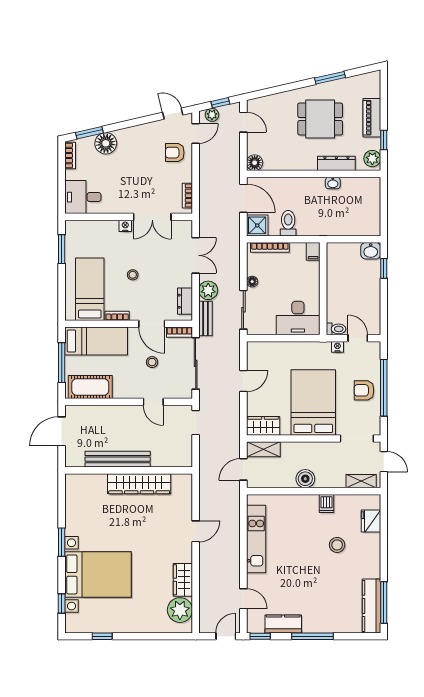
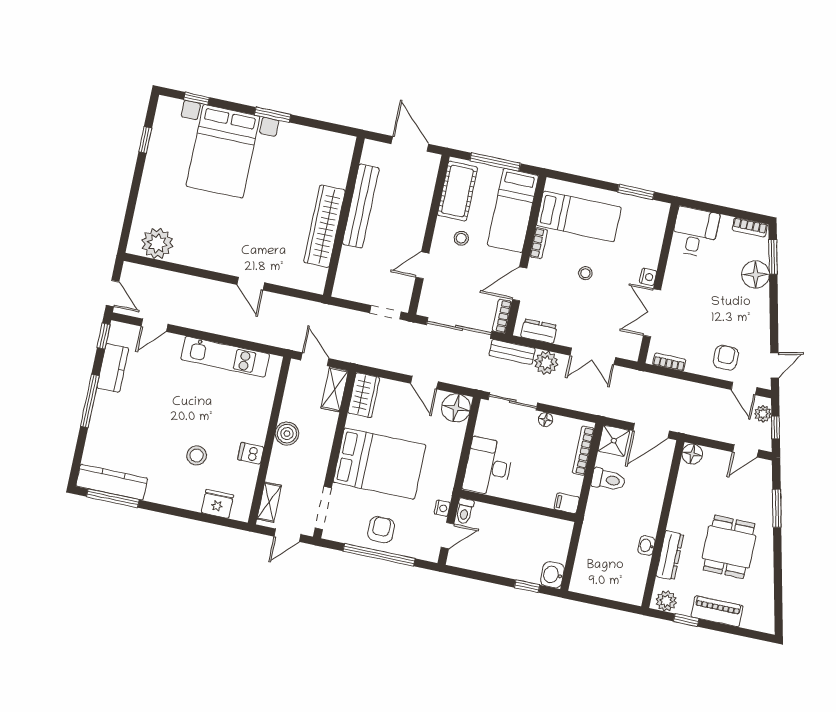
window: (330, 78) -> (777, 508), moved
floor lamp: (258, 353) -> (456, 408), added
stool: (152, 362) -> (461, 238), moved
wardrobe: (183, 580) -> (194, 255), removed

